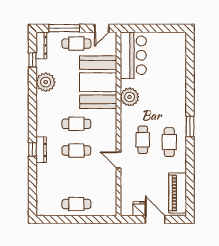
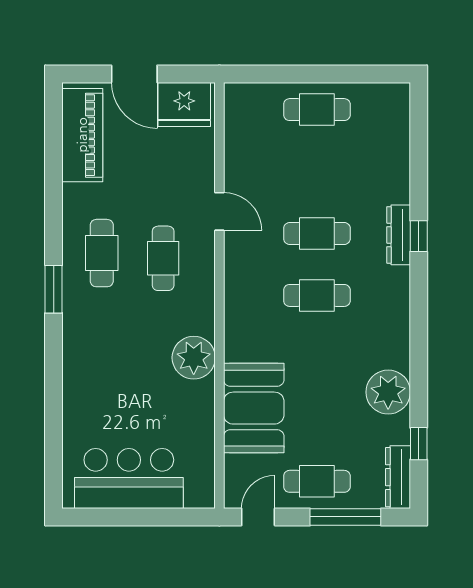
bar counter: (133, 55) -> (129, 479), moved, turned 90
booth: (98, 82) -> (254, 408), width x0.73, depth x0.70
fridge: (139, 209) -> (184, 104), width x1.88, depth x1.34

